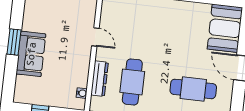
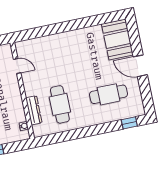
door: (95, 37) -> (17, 66), moved

